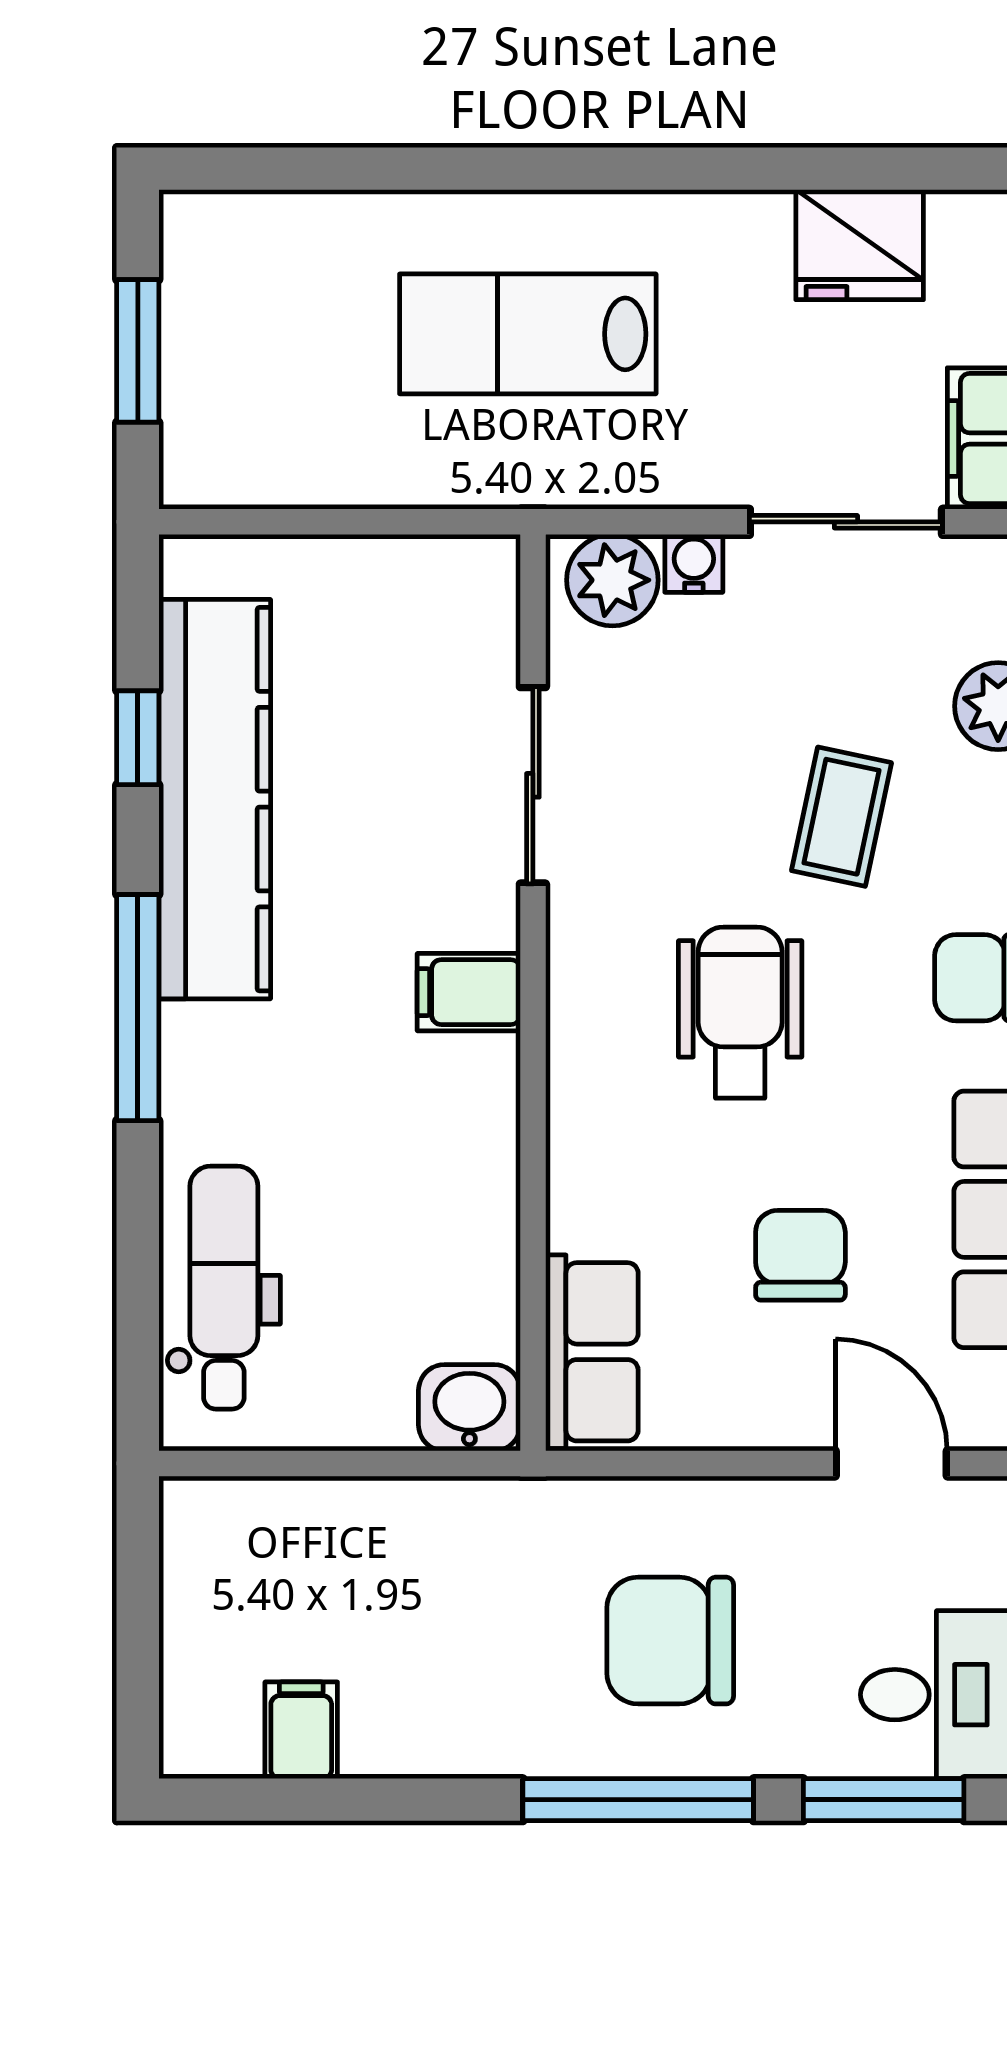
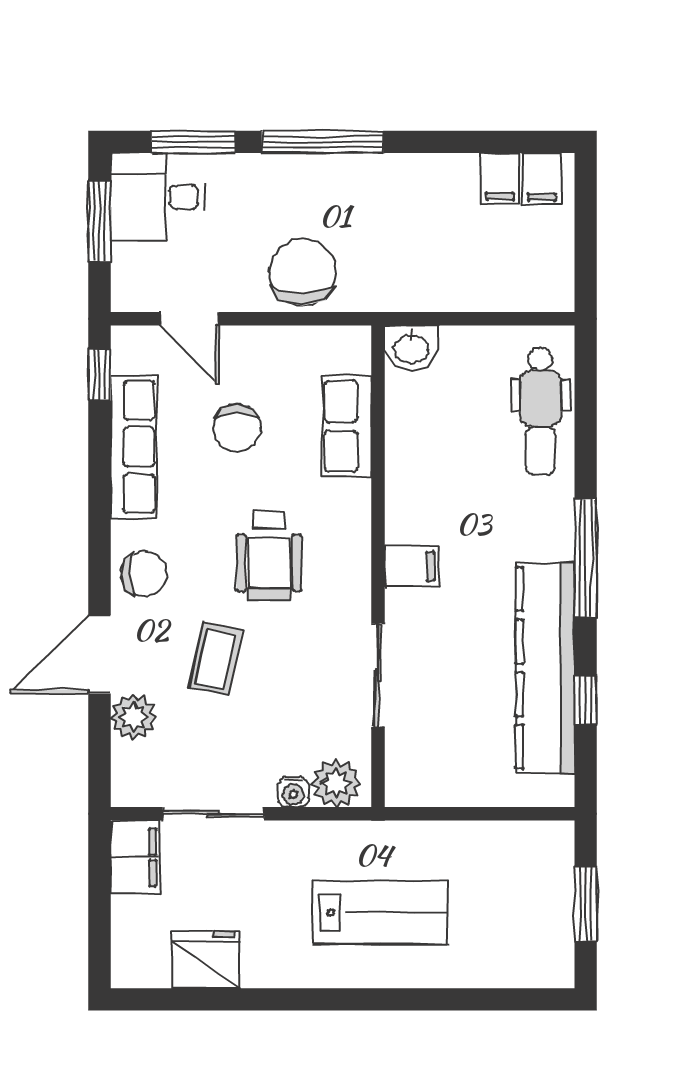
row of seats: (592, 1352) -> (347, 426), moved
chair: (670, 1641) -> (302, 272), moved, turned -90
filing cabinet: (221, 1729) -> (542, 179), added

